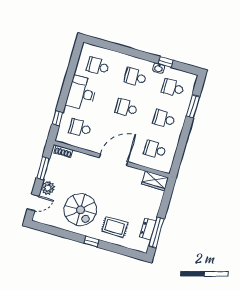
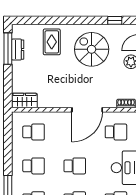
door: (114, 160) -> (87, 110), moved
rug: (115, 227) -> (52, 42), turned 90
window: (91, 242) -> (115, 20), moved

